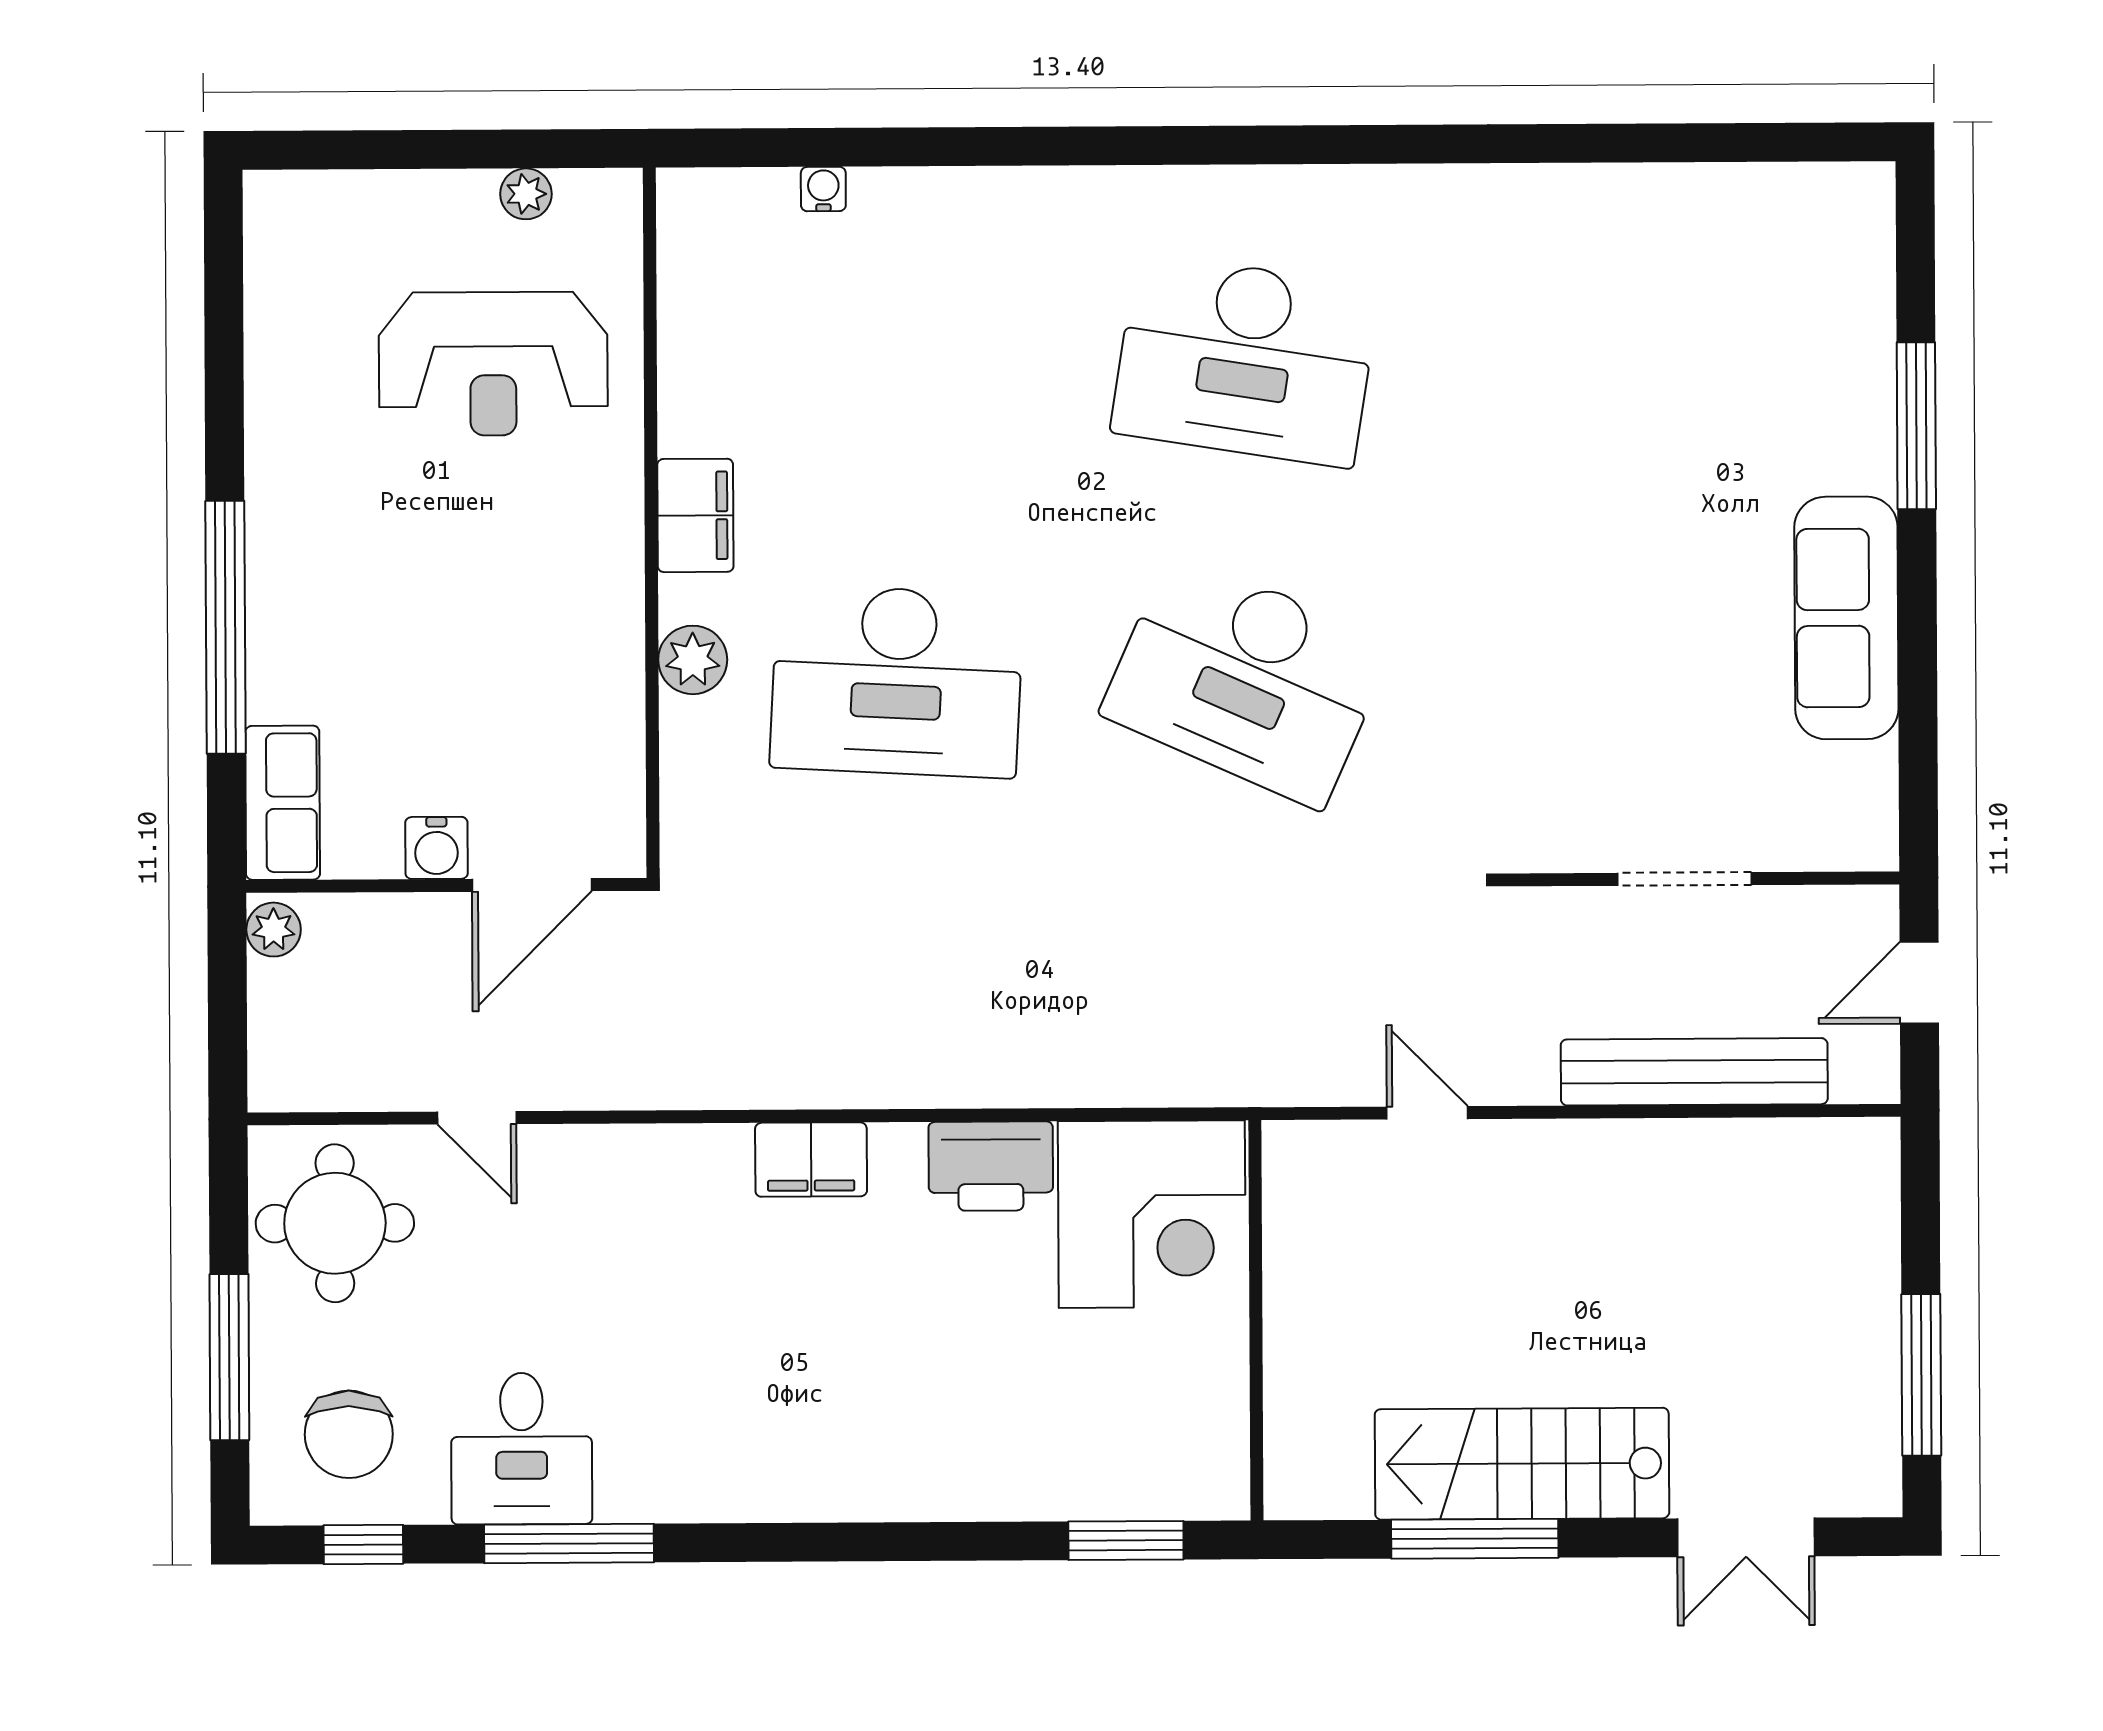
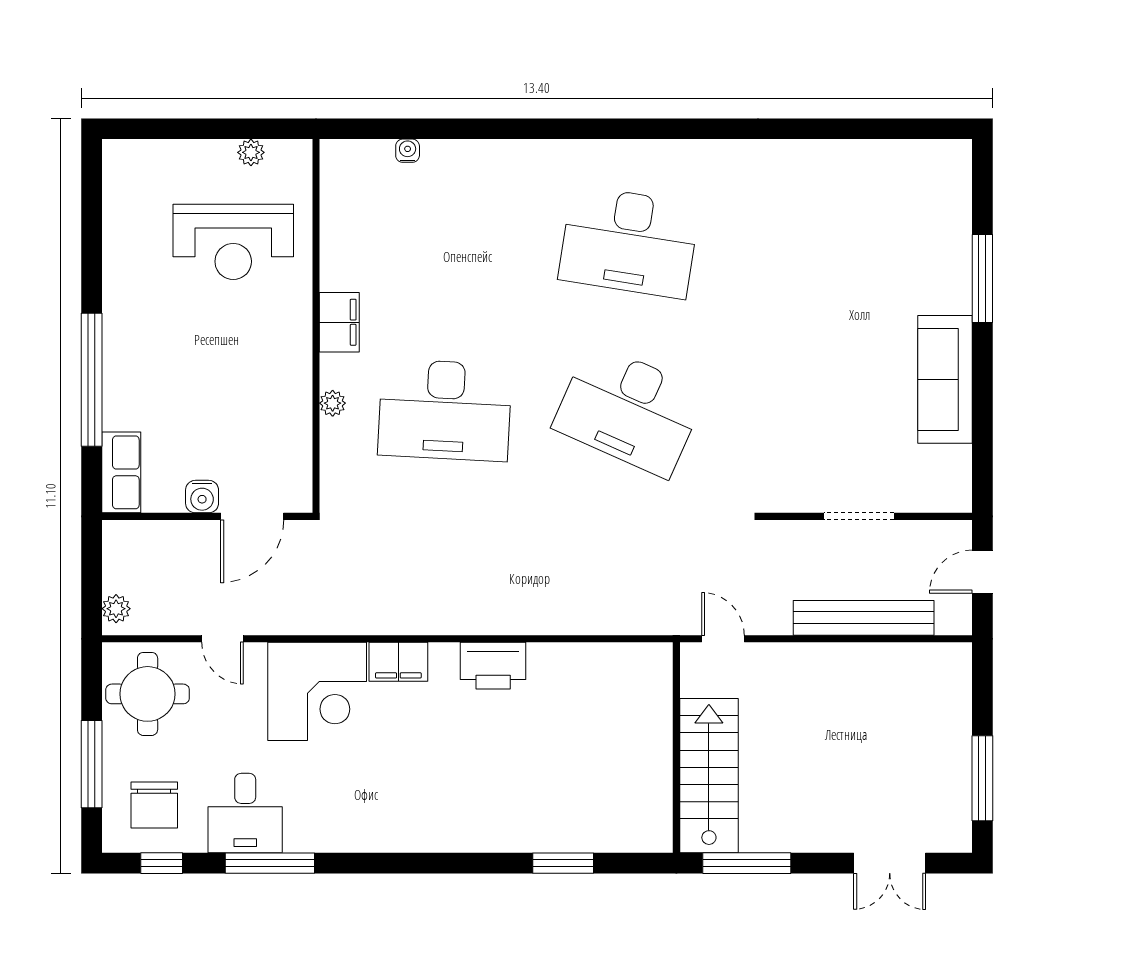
plant: (693, 660) -> (333, 403), width x0.73, depth x0.73
plant: (274, 930) -> (116, 609), moved
corner desk: (1152, 1214) -> (317, 691), moved
wall: (1256, 1320) -> (676, 748), moved
stairs: (1522, 1464) -> (709, 776), moved, turned 90

